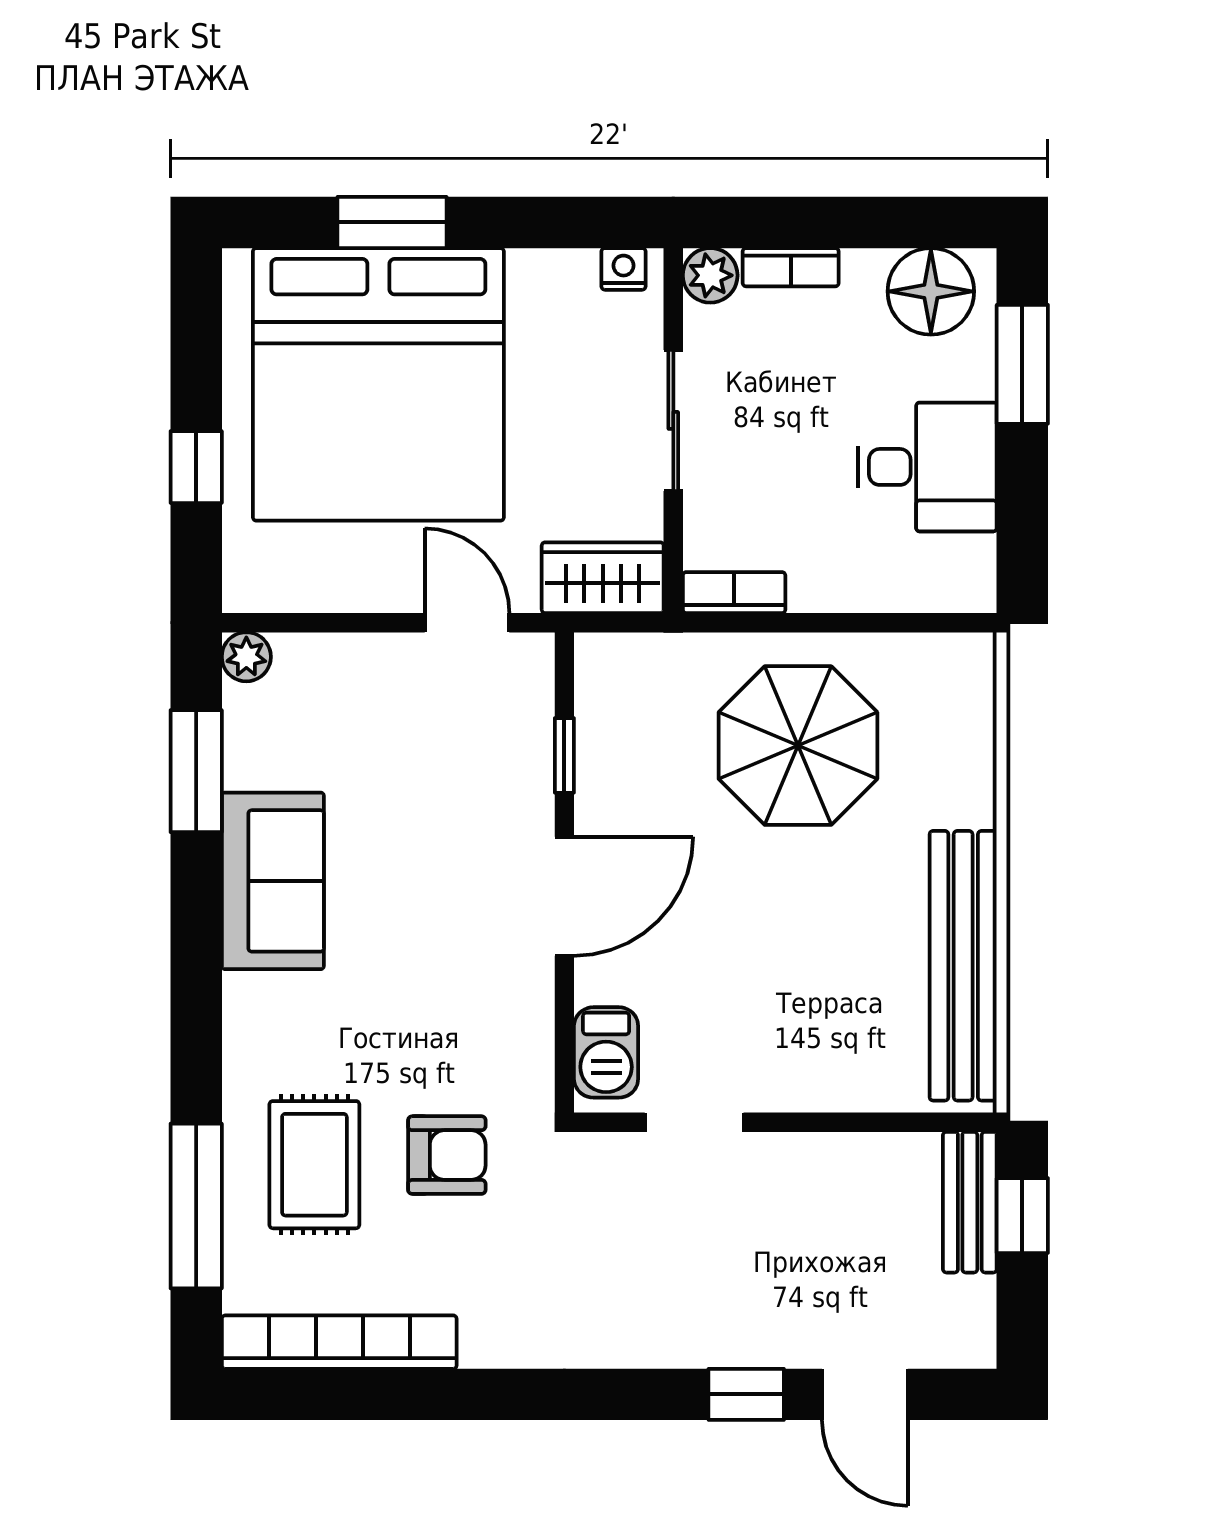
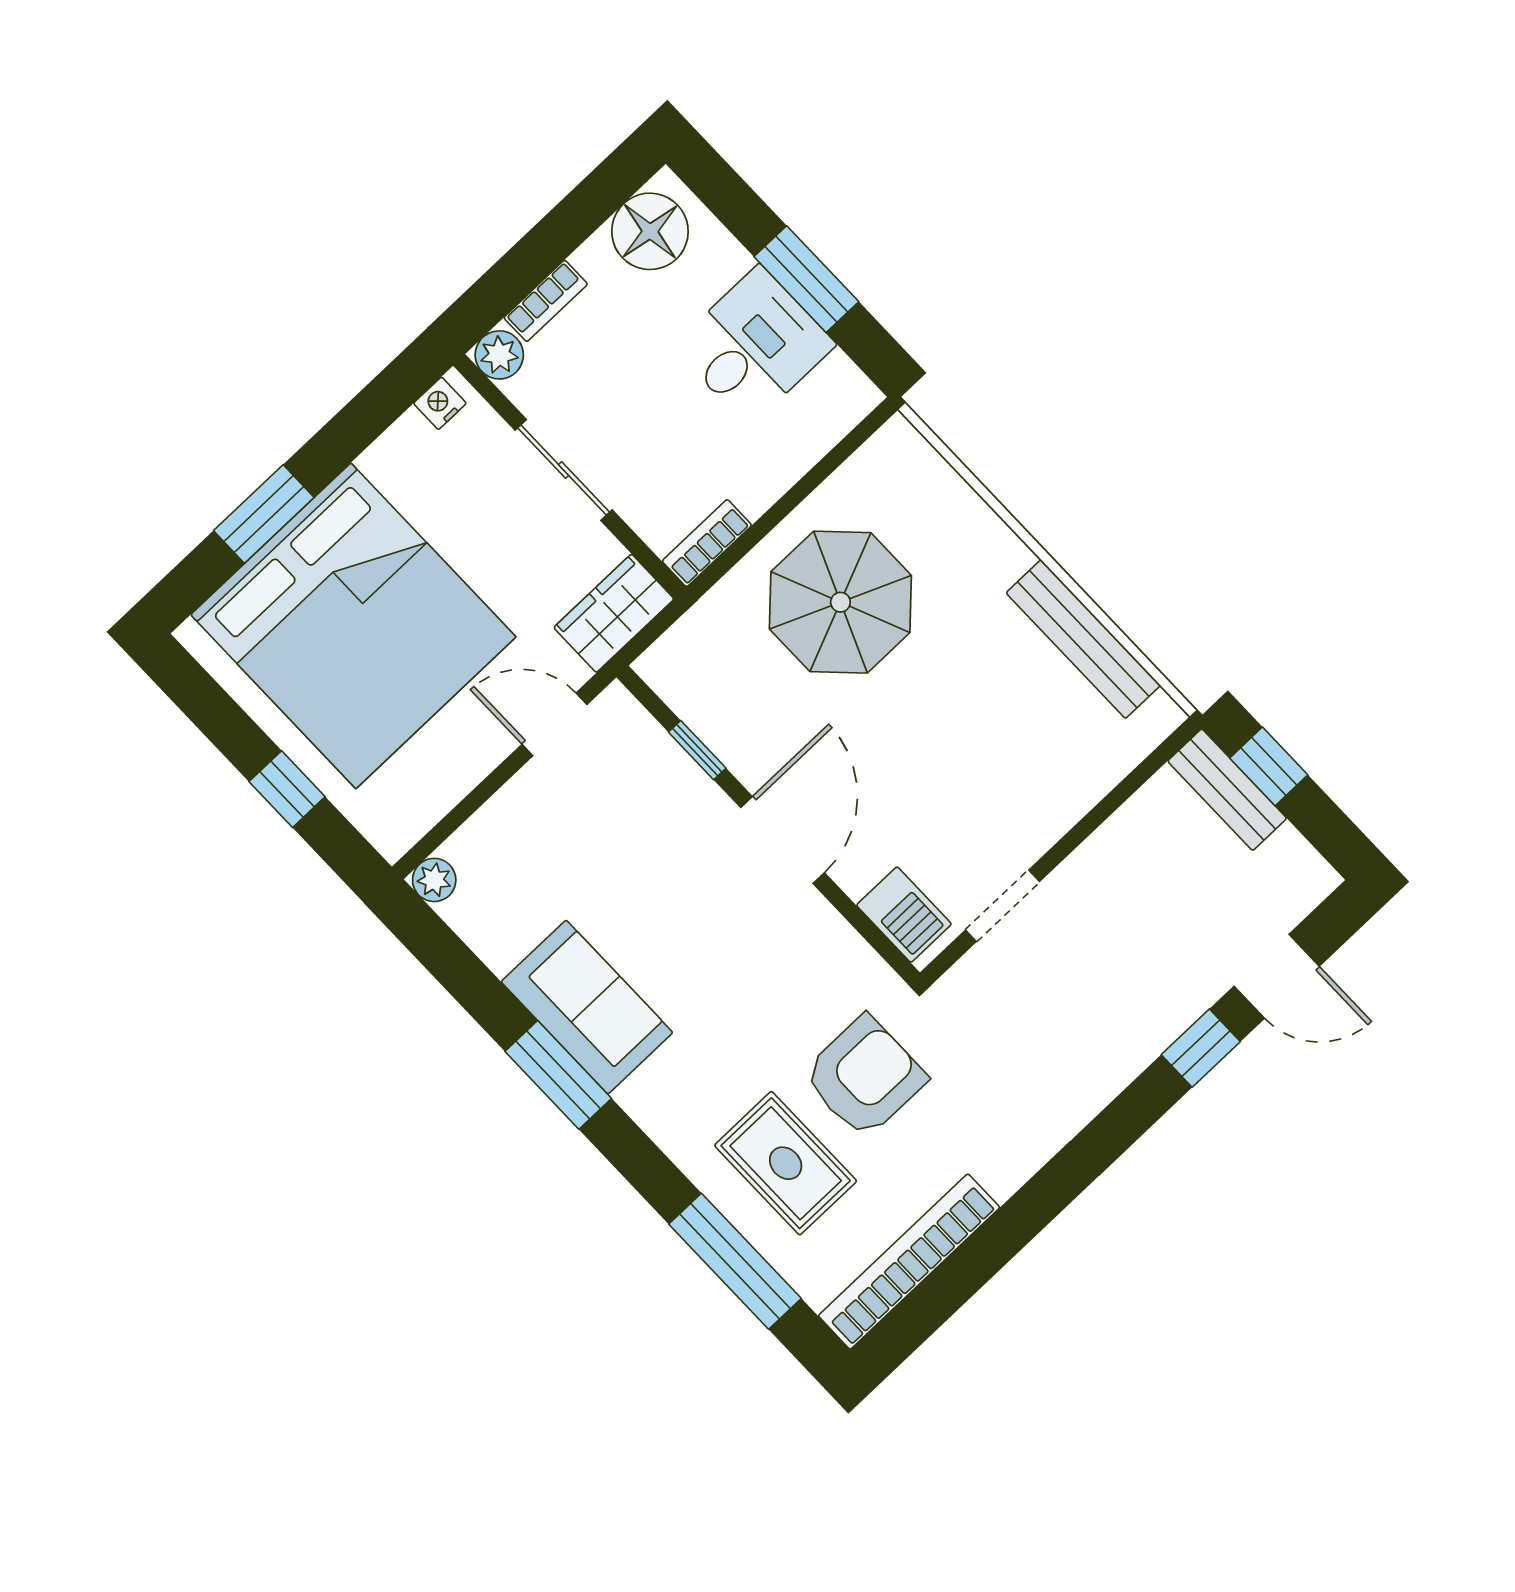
window: (1022, 364) -> (806, 279), moved
window: (196, 771) -> (558, 1075), moved
bench: (963, 966) -> (1083, 639), width x0.73, depth x0.82
armchair: (447, 1155) -> (864, 1077), width x1.38, depth x1.38

